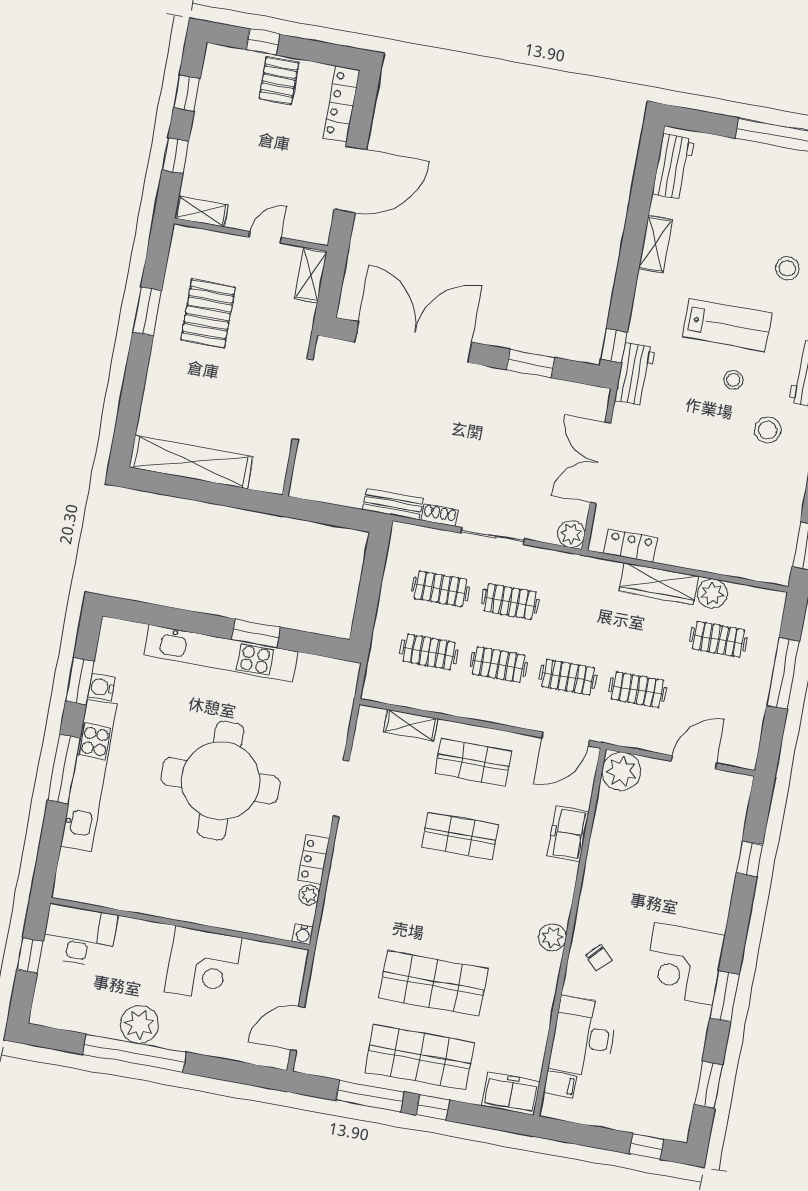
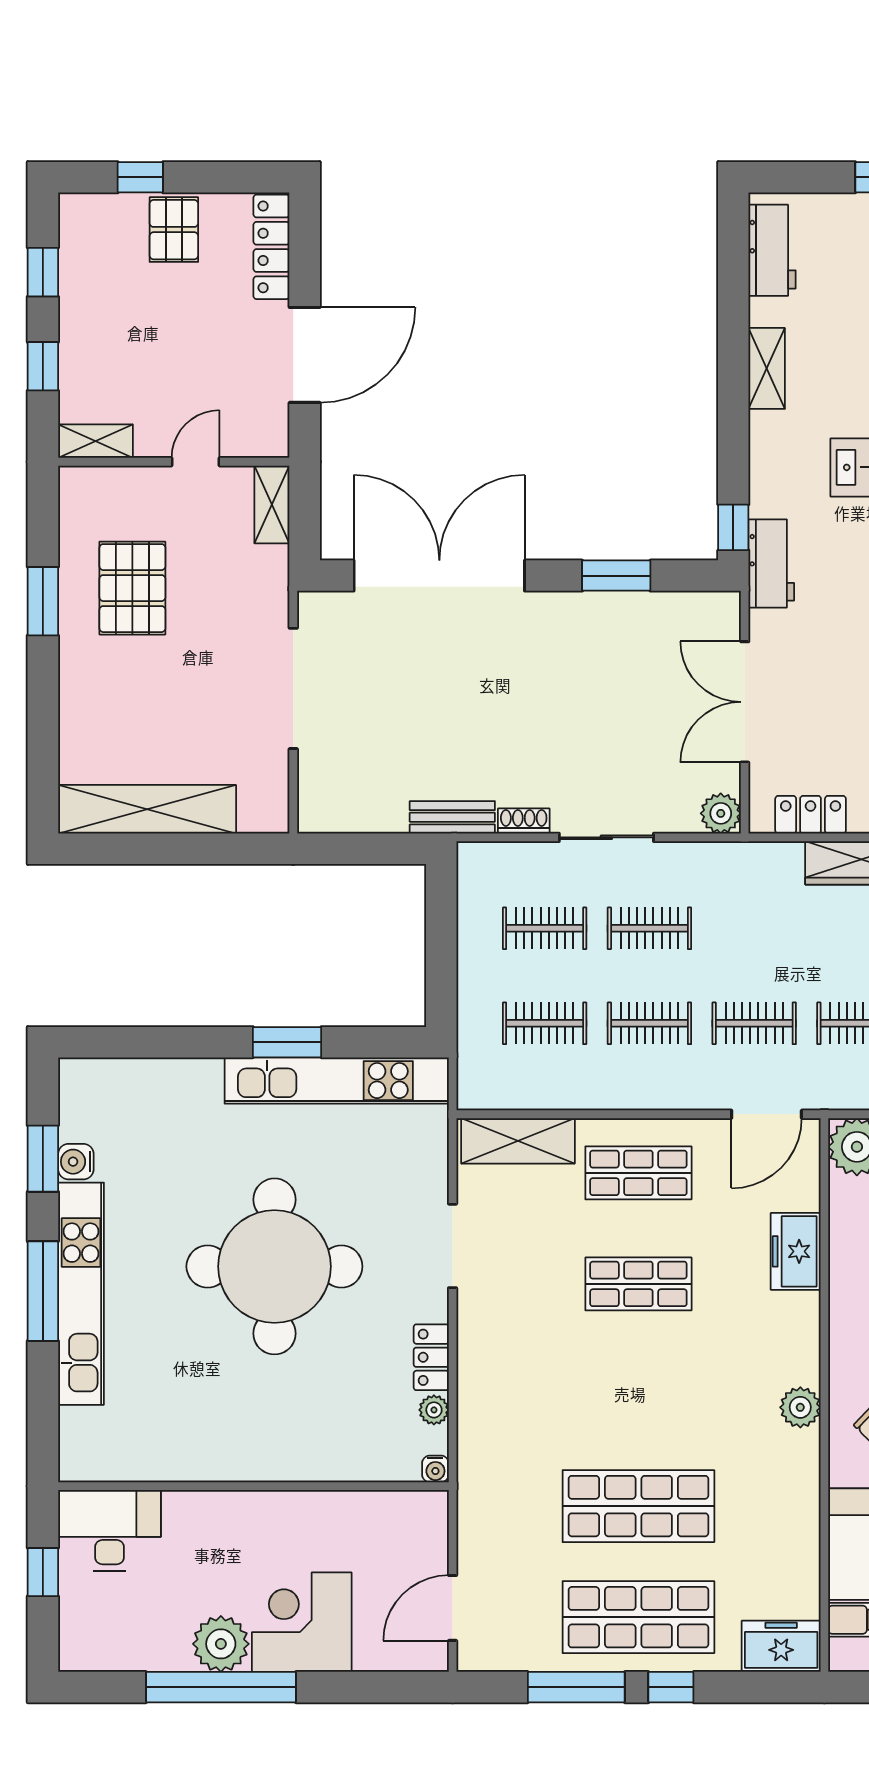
kitchen unit: (221, 653) -> (337, 1081), moved
shelving: (410, 725) -> (518, 1141), width x1.50, depth x1.33
corner desk: (203, 965) -> (302, 1622), moved, turned 180

